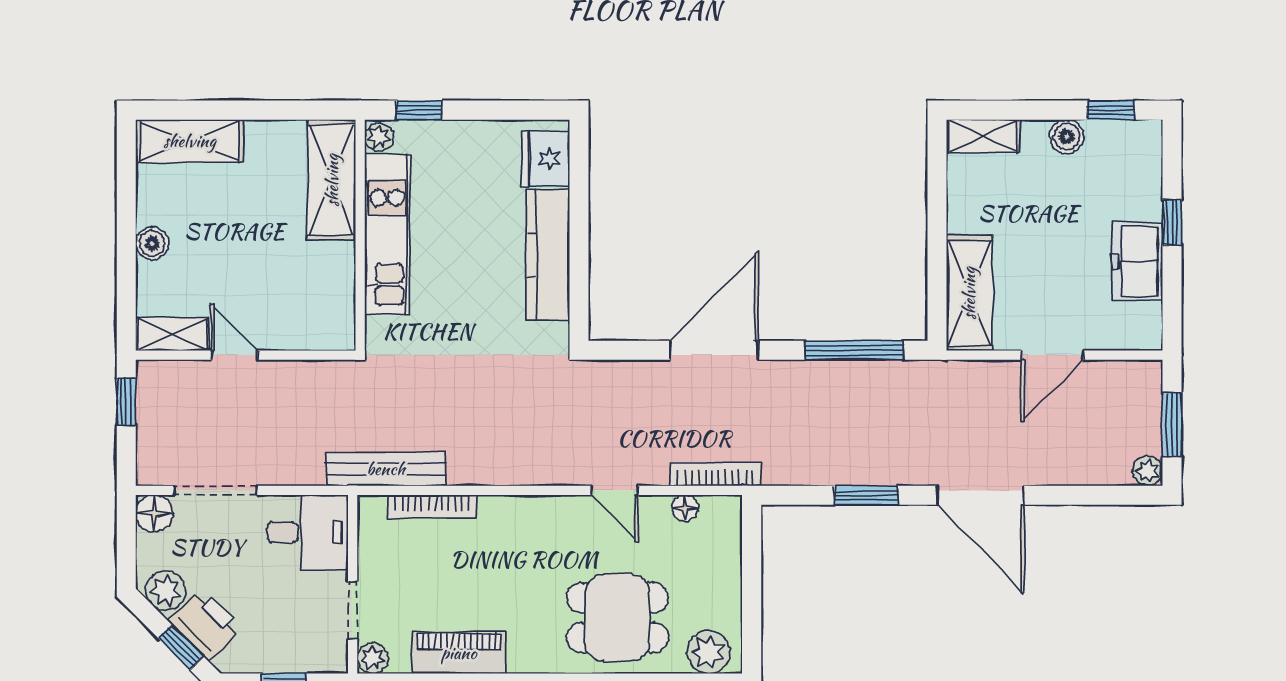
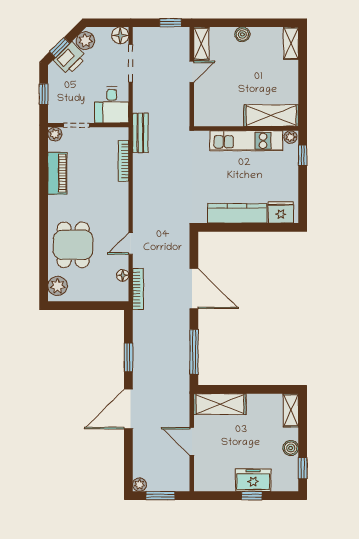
shelving: (190, 141) -> (291, 43), width x0.67, depth x0.75
freezer: (1137, 261) -> (253, 480), moved
bench: (386, 469) -> (140, 133), width x0.73

